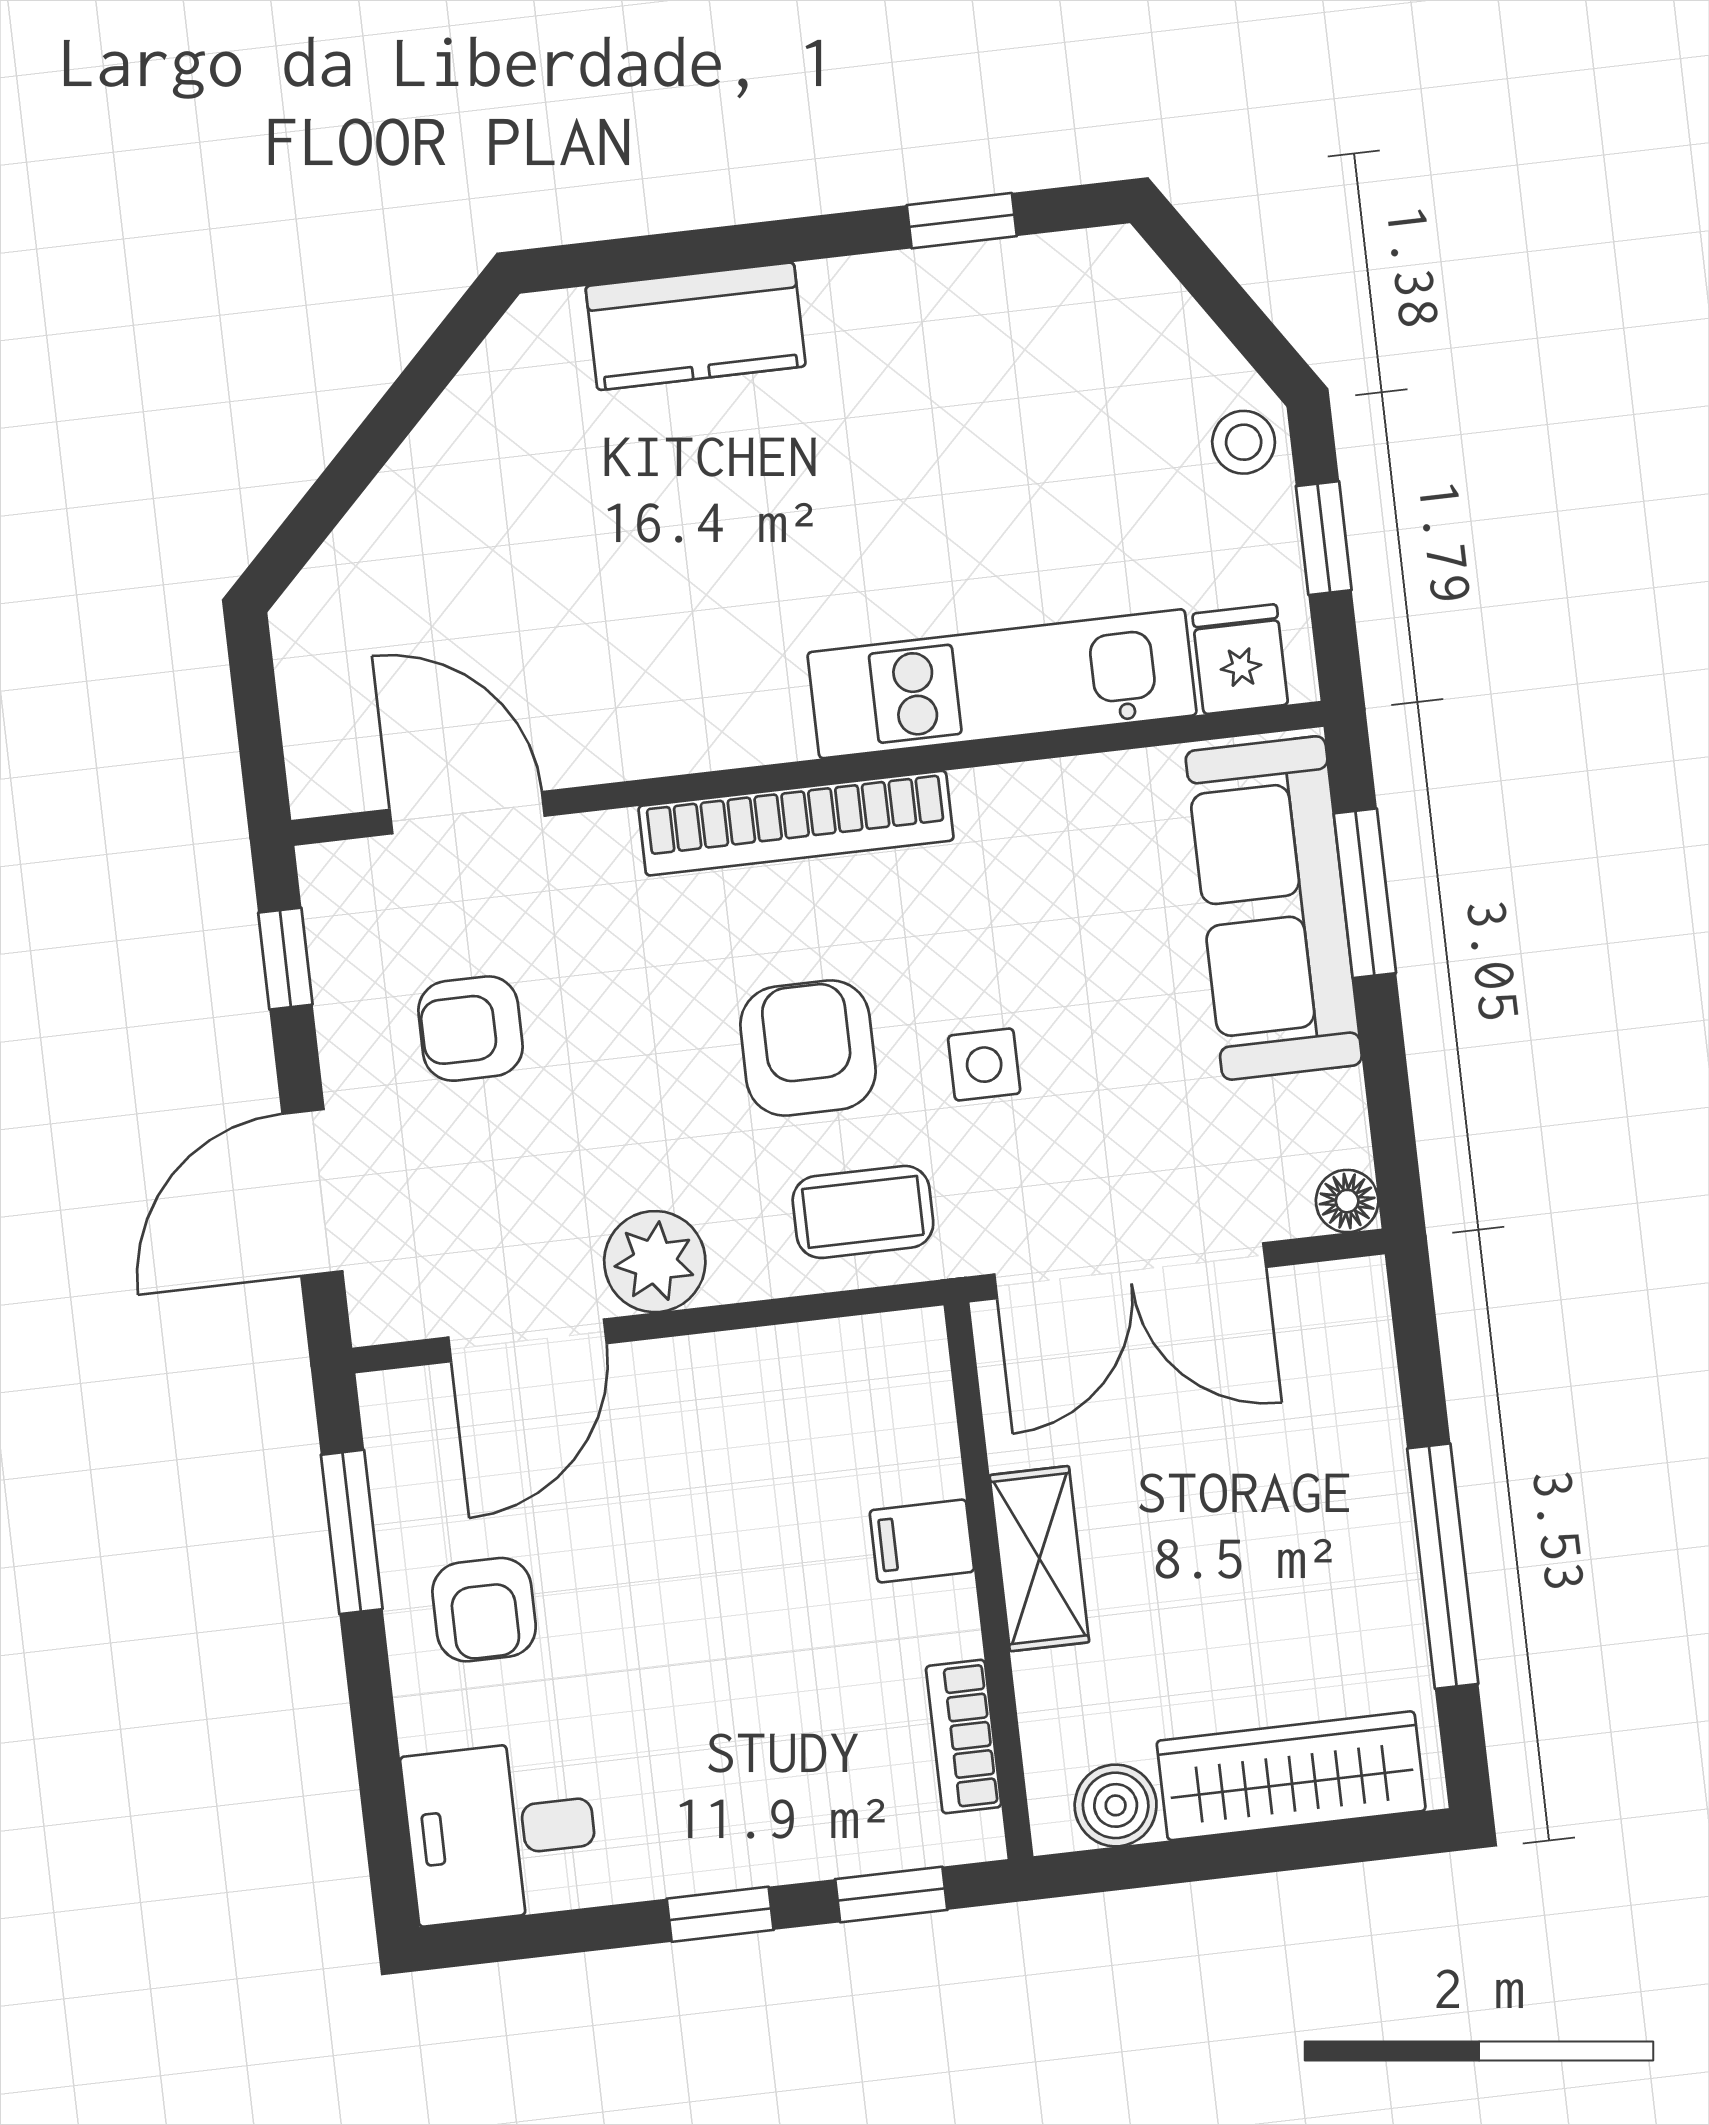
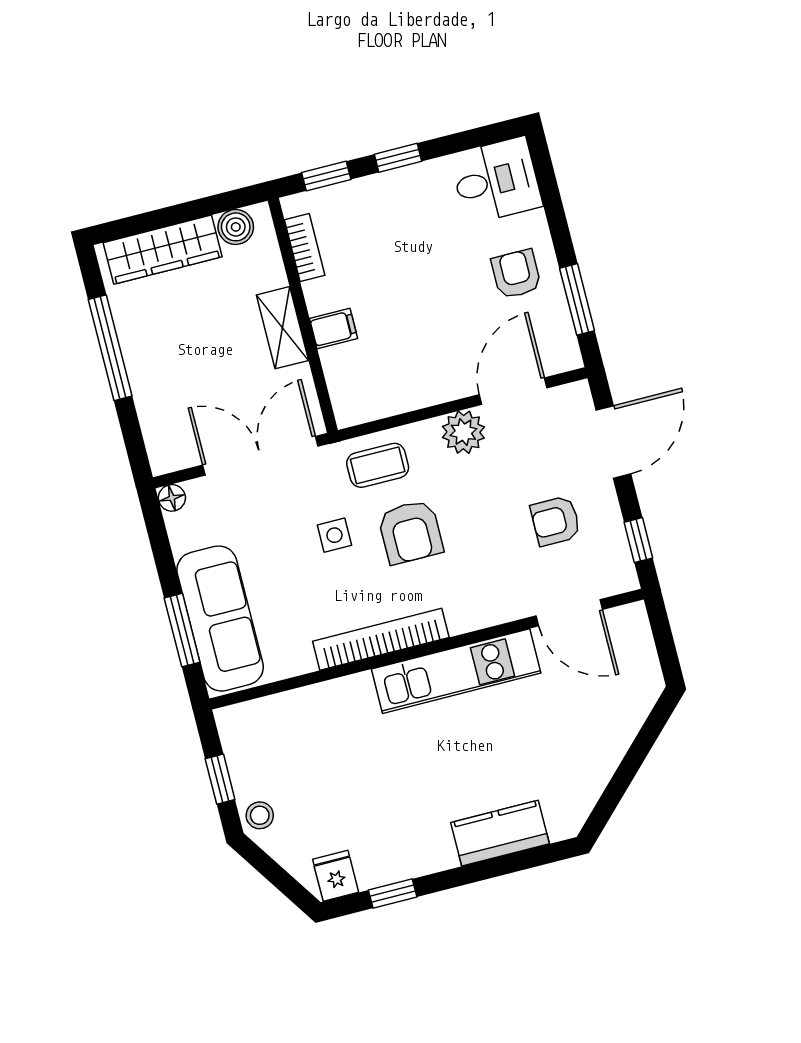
fridge: (1240, 659) -> (336, 876), moved, turned 180
kitchen unit: (1002, 684) -> (456, 671), moved
bookcase: (796, 823) -> (381, 639), moved
armchair: (471, 1029) -> (555, 521), turned 180

